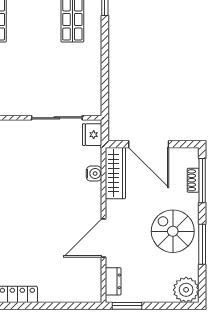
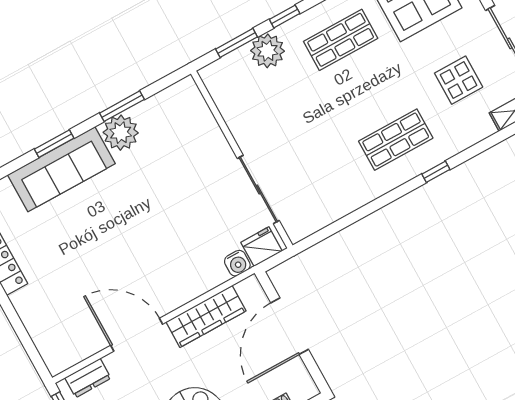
wardrobe: (115, 173) -> (206, 316), moved
water cooler: (94, 174) -> (237, 263), moved

